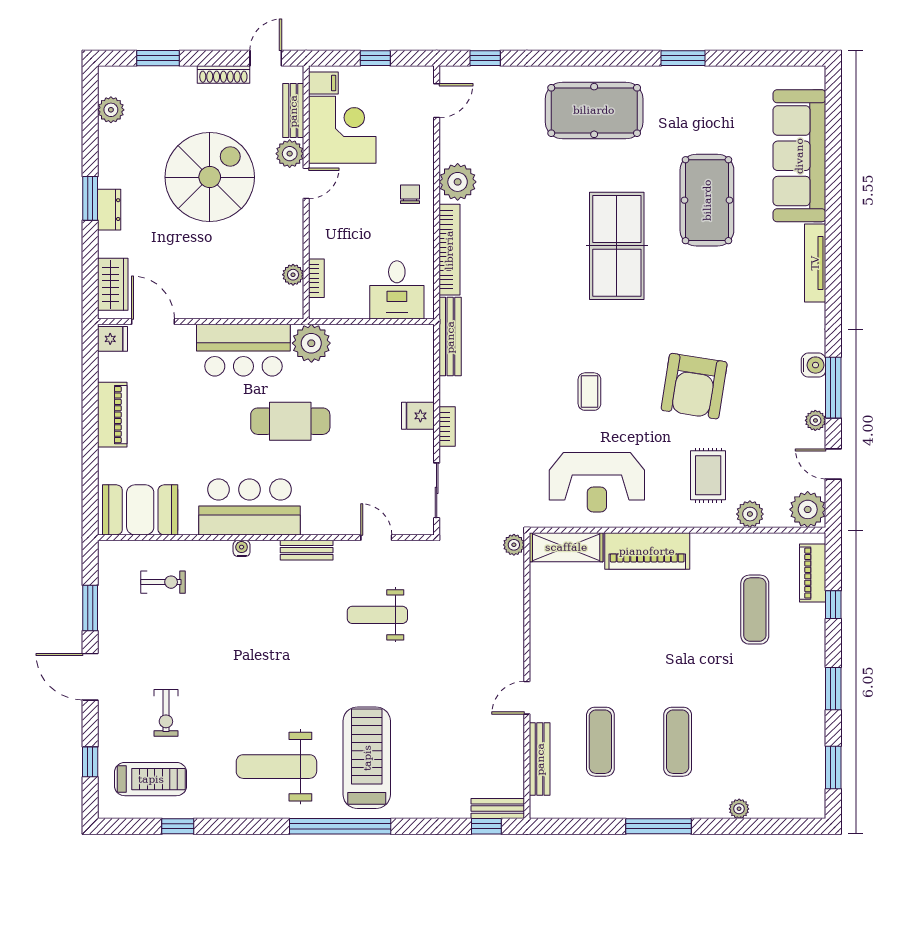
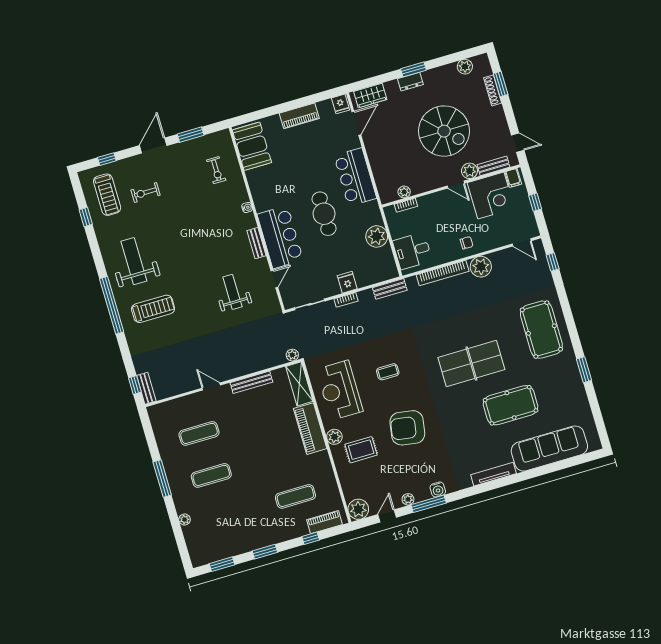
shoe rack: (223, 75) -> (493, 90), moved
bench: (450, 337) -> (390, 289), width x0.73
plant: (311, 343) -> (377, 236), moved
bar counter: (250, 507) -> (280, 237), moved
plant: (750, 514) -> (334, 437), moved
treadmill: (367, 758) -> (153, 309), width x0.73, depth x0.73
bench: (540, 759) -> (251, 382), moved

